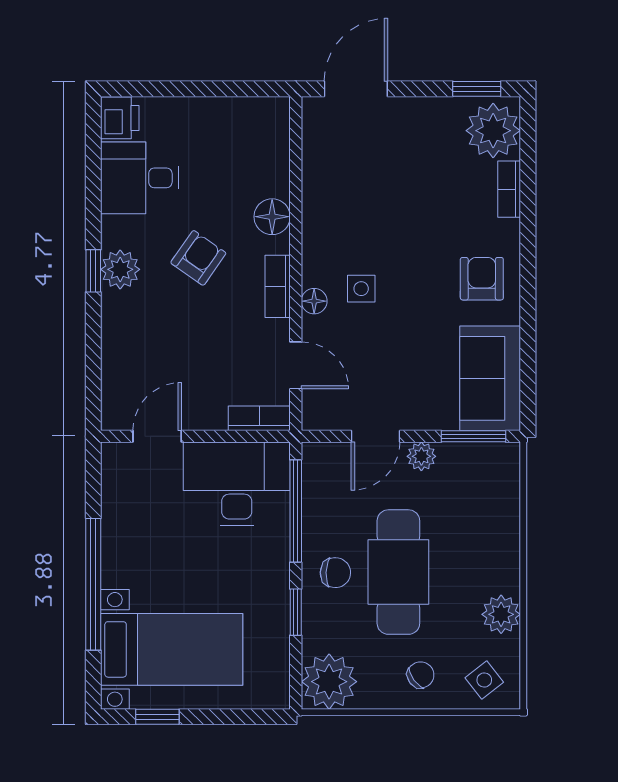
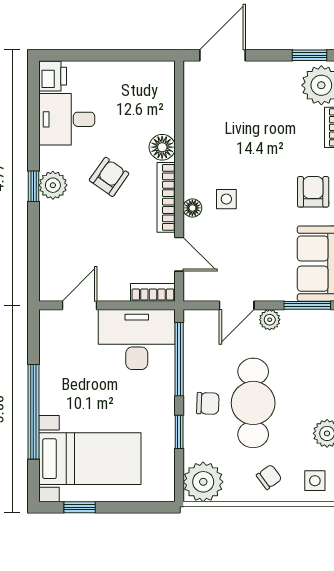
bookcase: (278, 286) -> (166, 197), width x1.56
side table: (484, 680) -> (315, 481), turned 38

